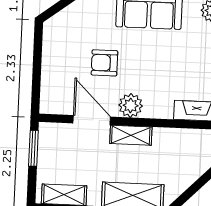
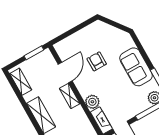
plant: (131, 105) -> (92, 102), moved

